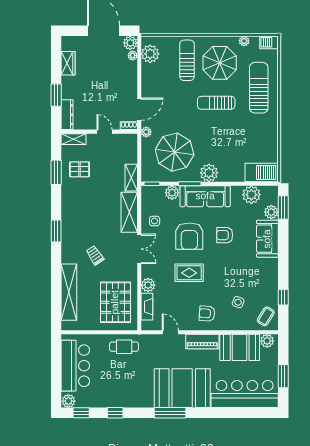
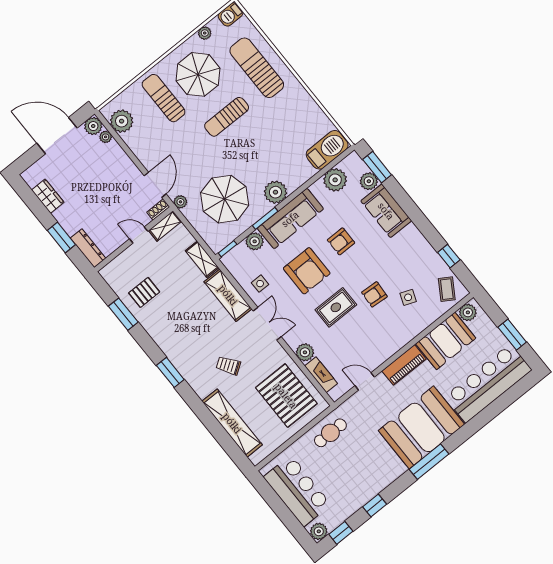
shelving: (73, 139) -> (165, 226), moved
armchair: (207, 313) -> (374, 294), moved

